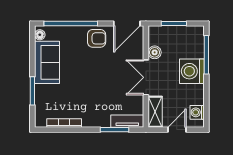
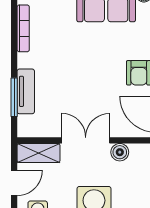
tv unit: (127, 121) -> (26, 91), moved
door: (177, 130) -> (14, 183), hinge flipped

